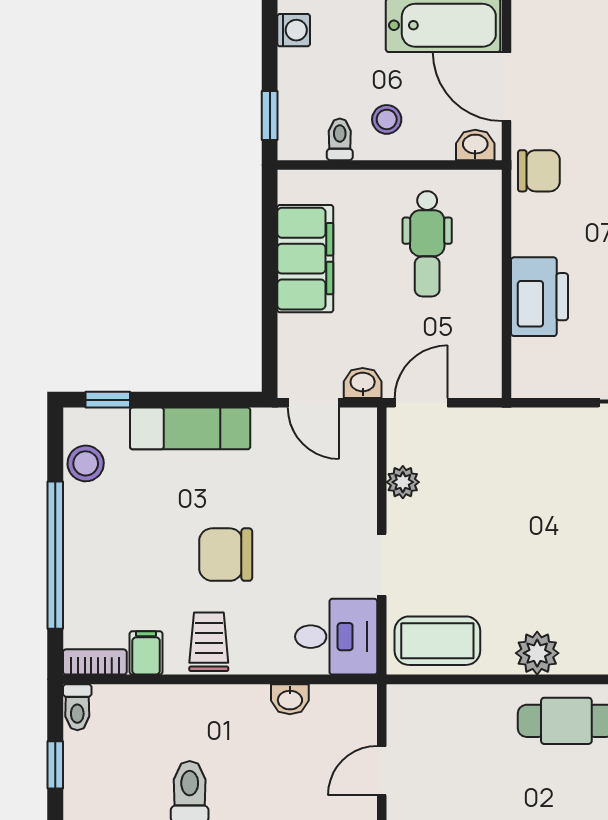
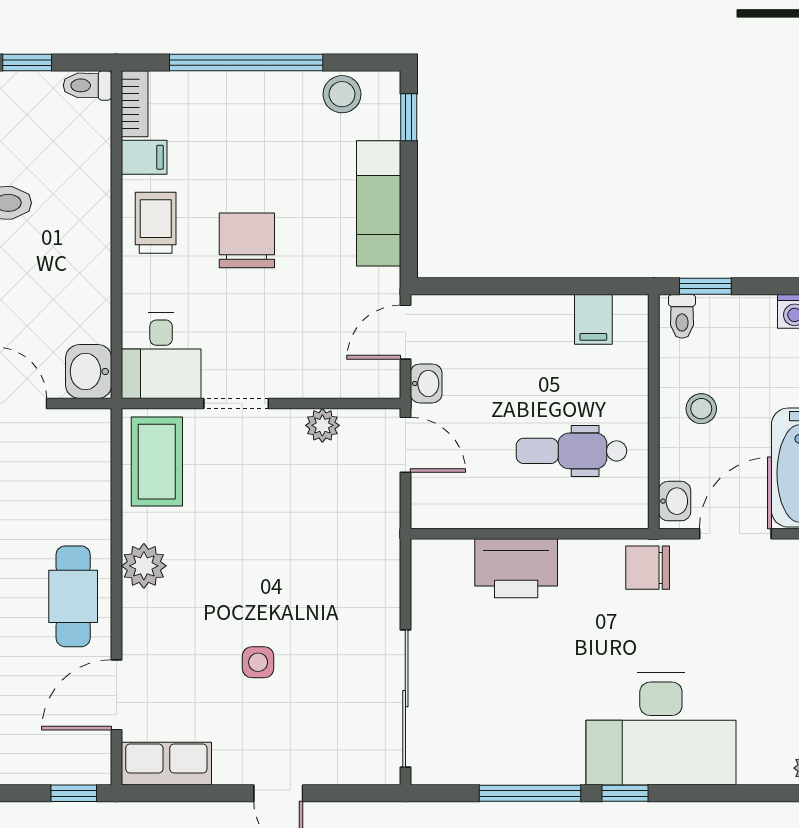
toilet: (340, 139) -> (682, 316), moved, turned 90
chair: (539, 171) -> (648, 568), turned 90
filing cabinet: (305, 259) -> (593, 319), width x0.33, depth x0.86
trolley: (209, 642) -> (156, 223), turned -90
washbasin: (290, 699) -> (89, 371), moved, width x1.38, depth x1.45

